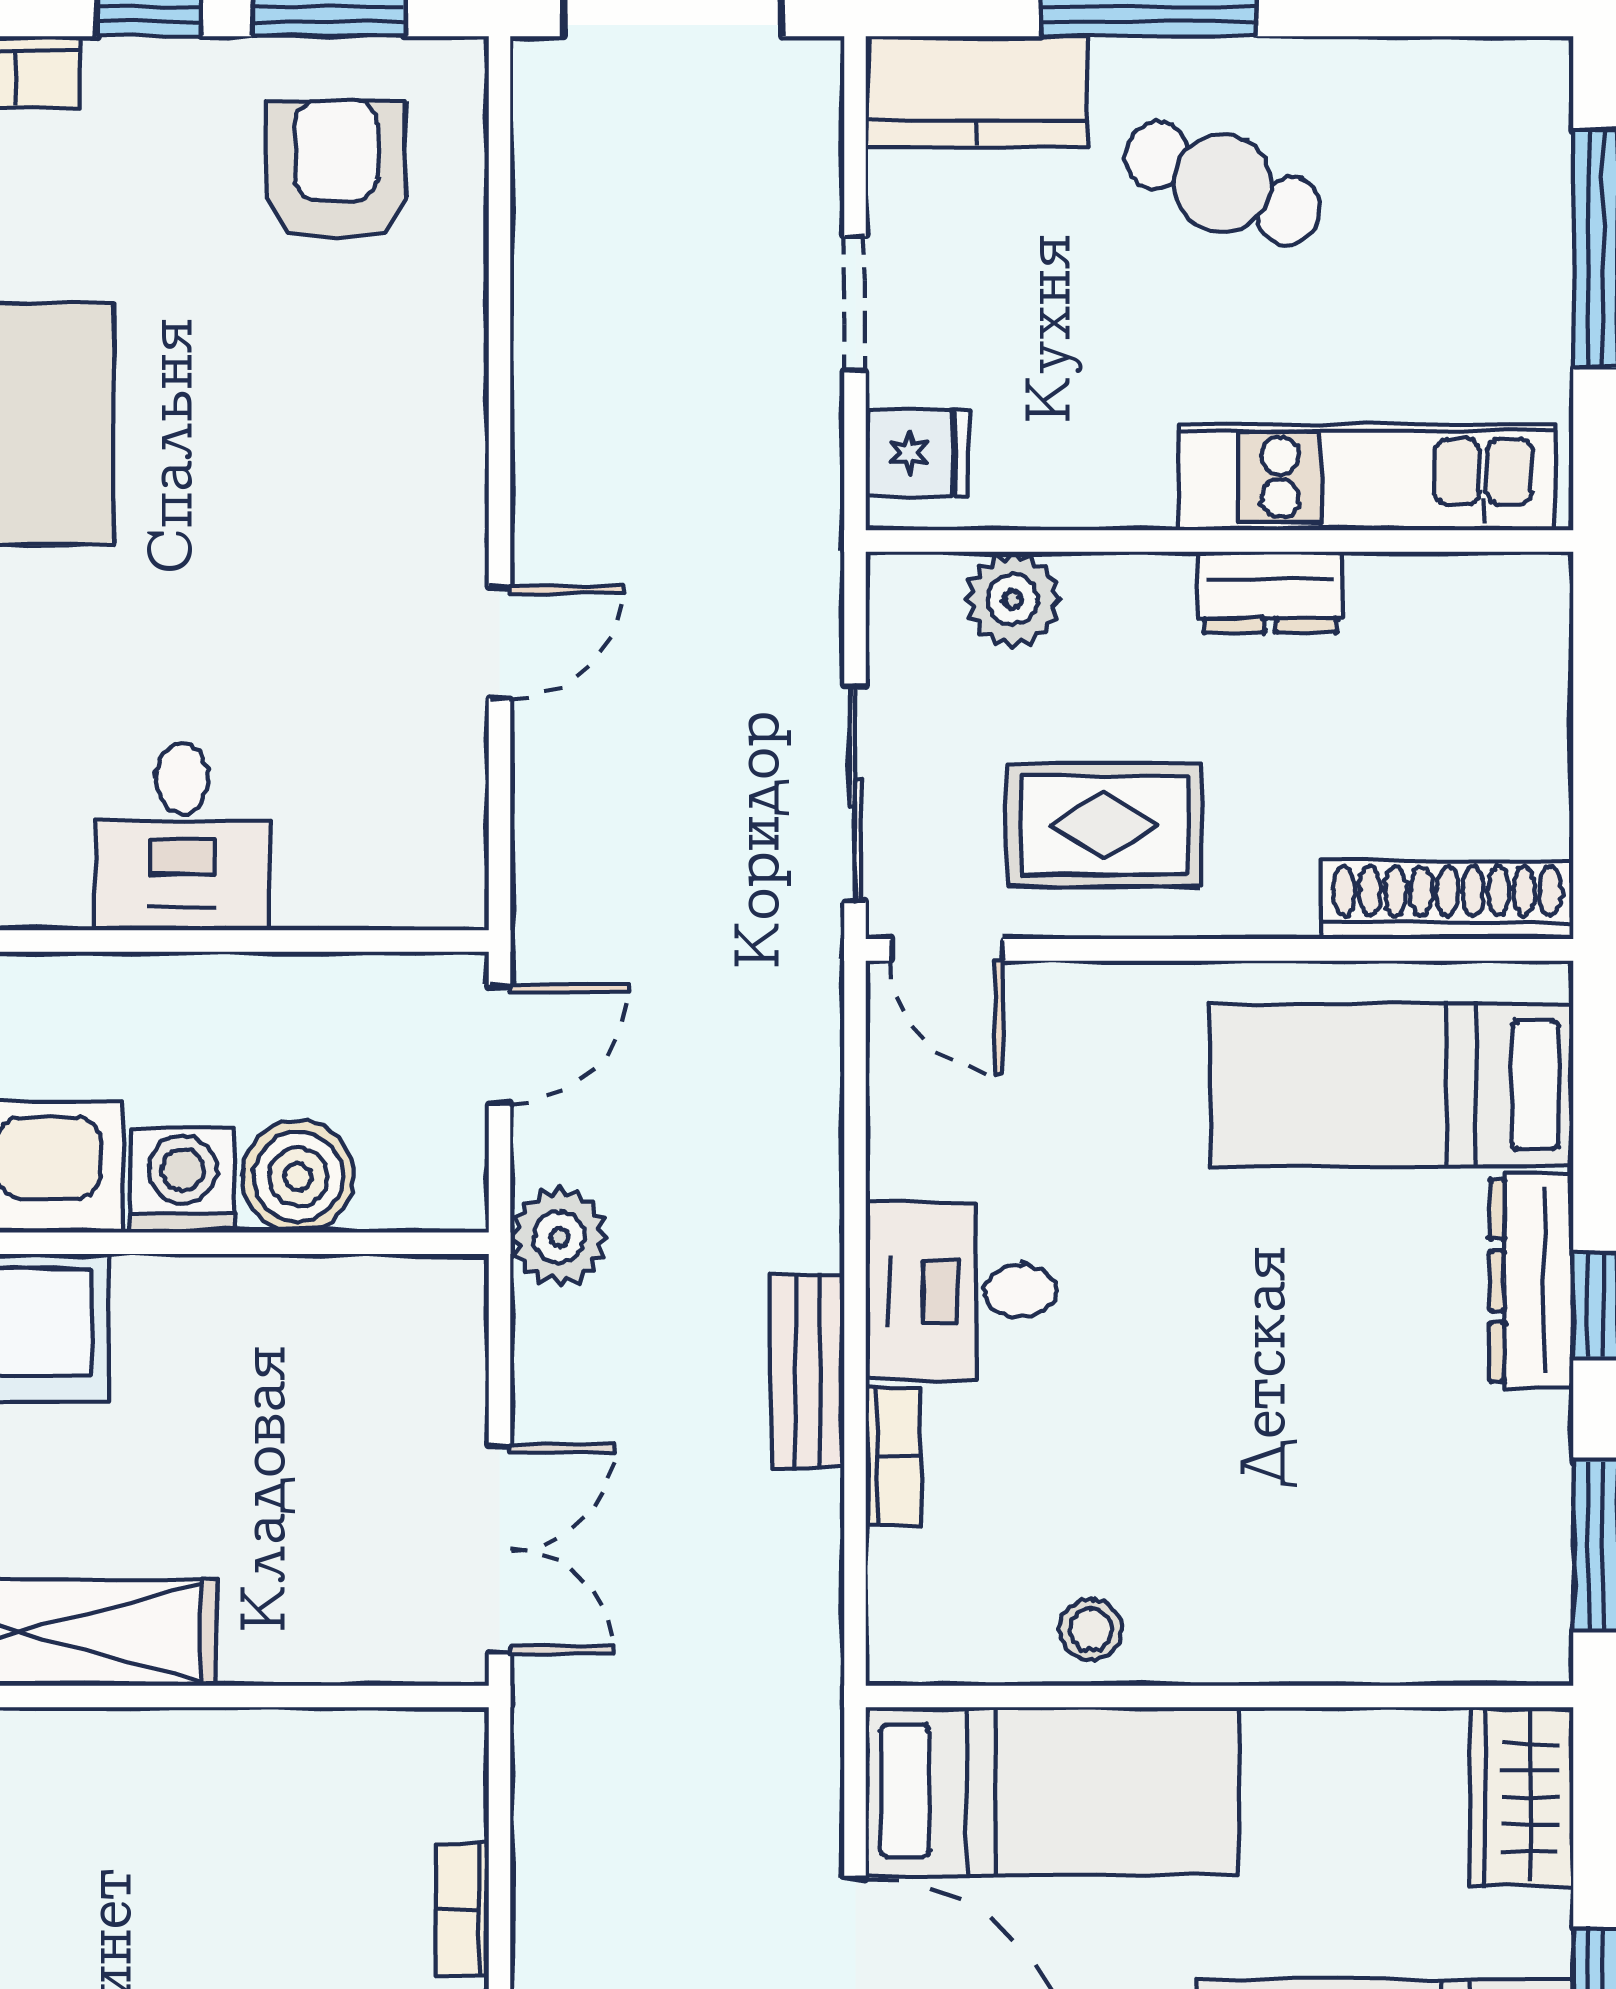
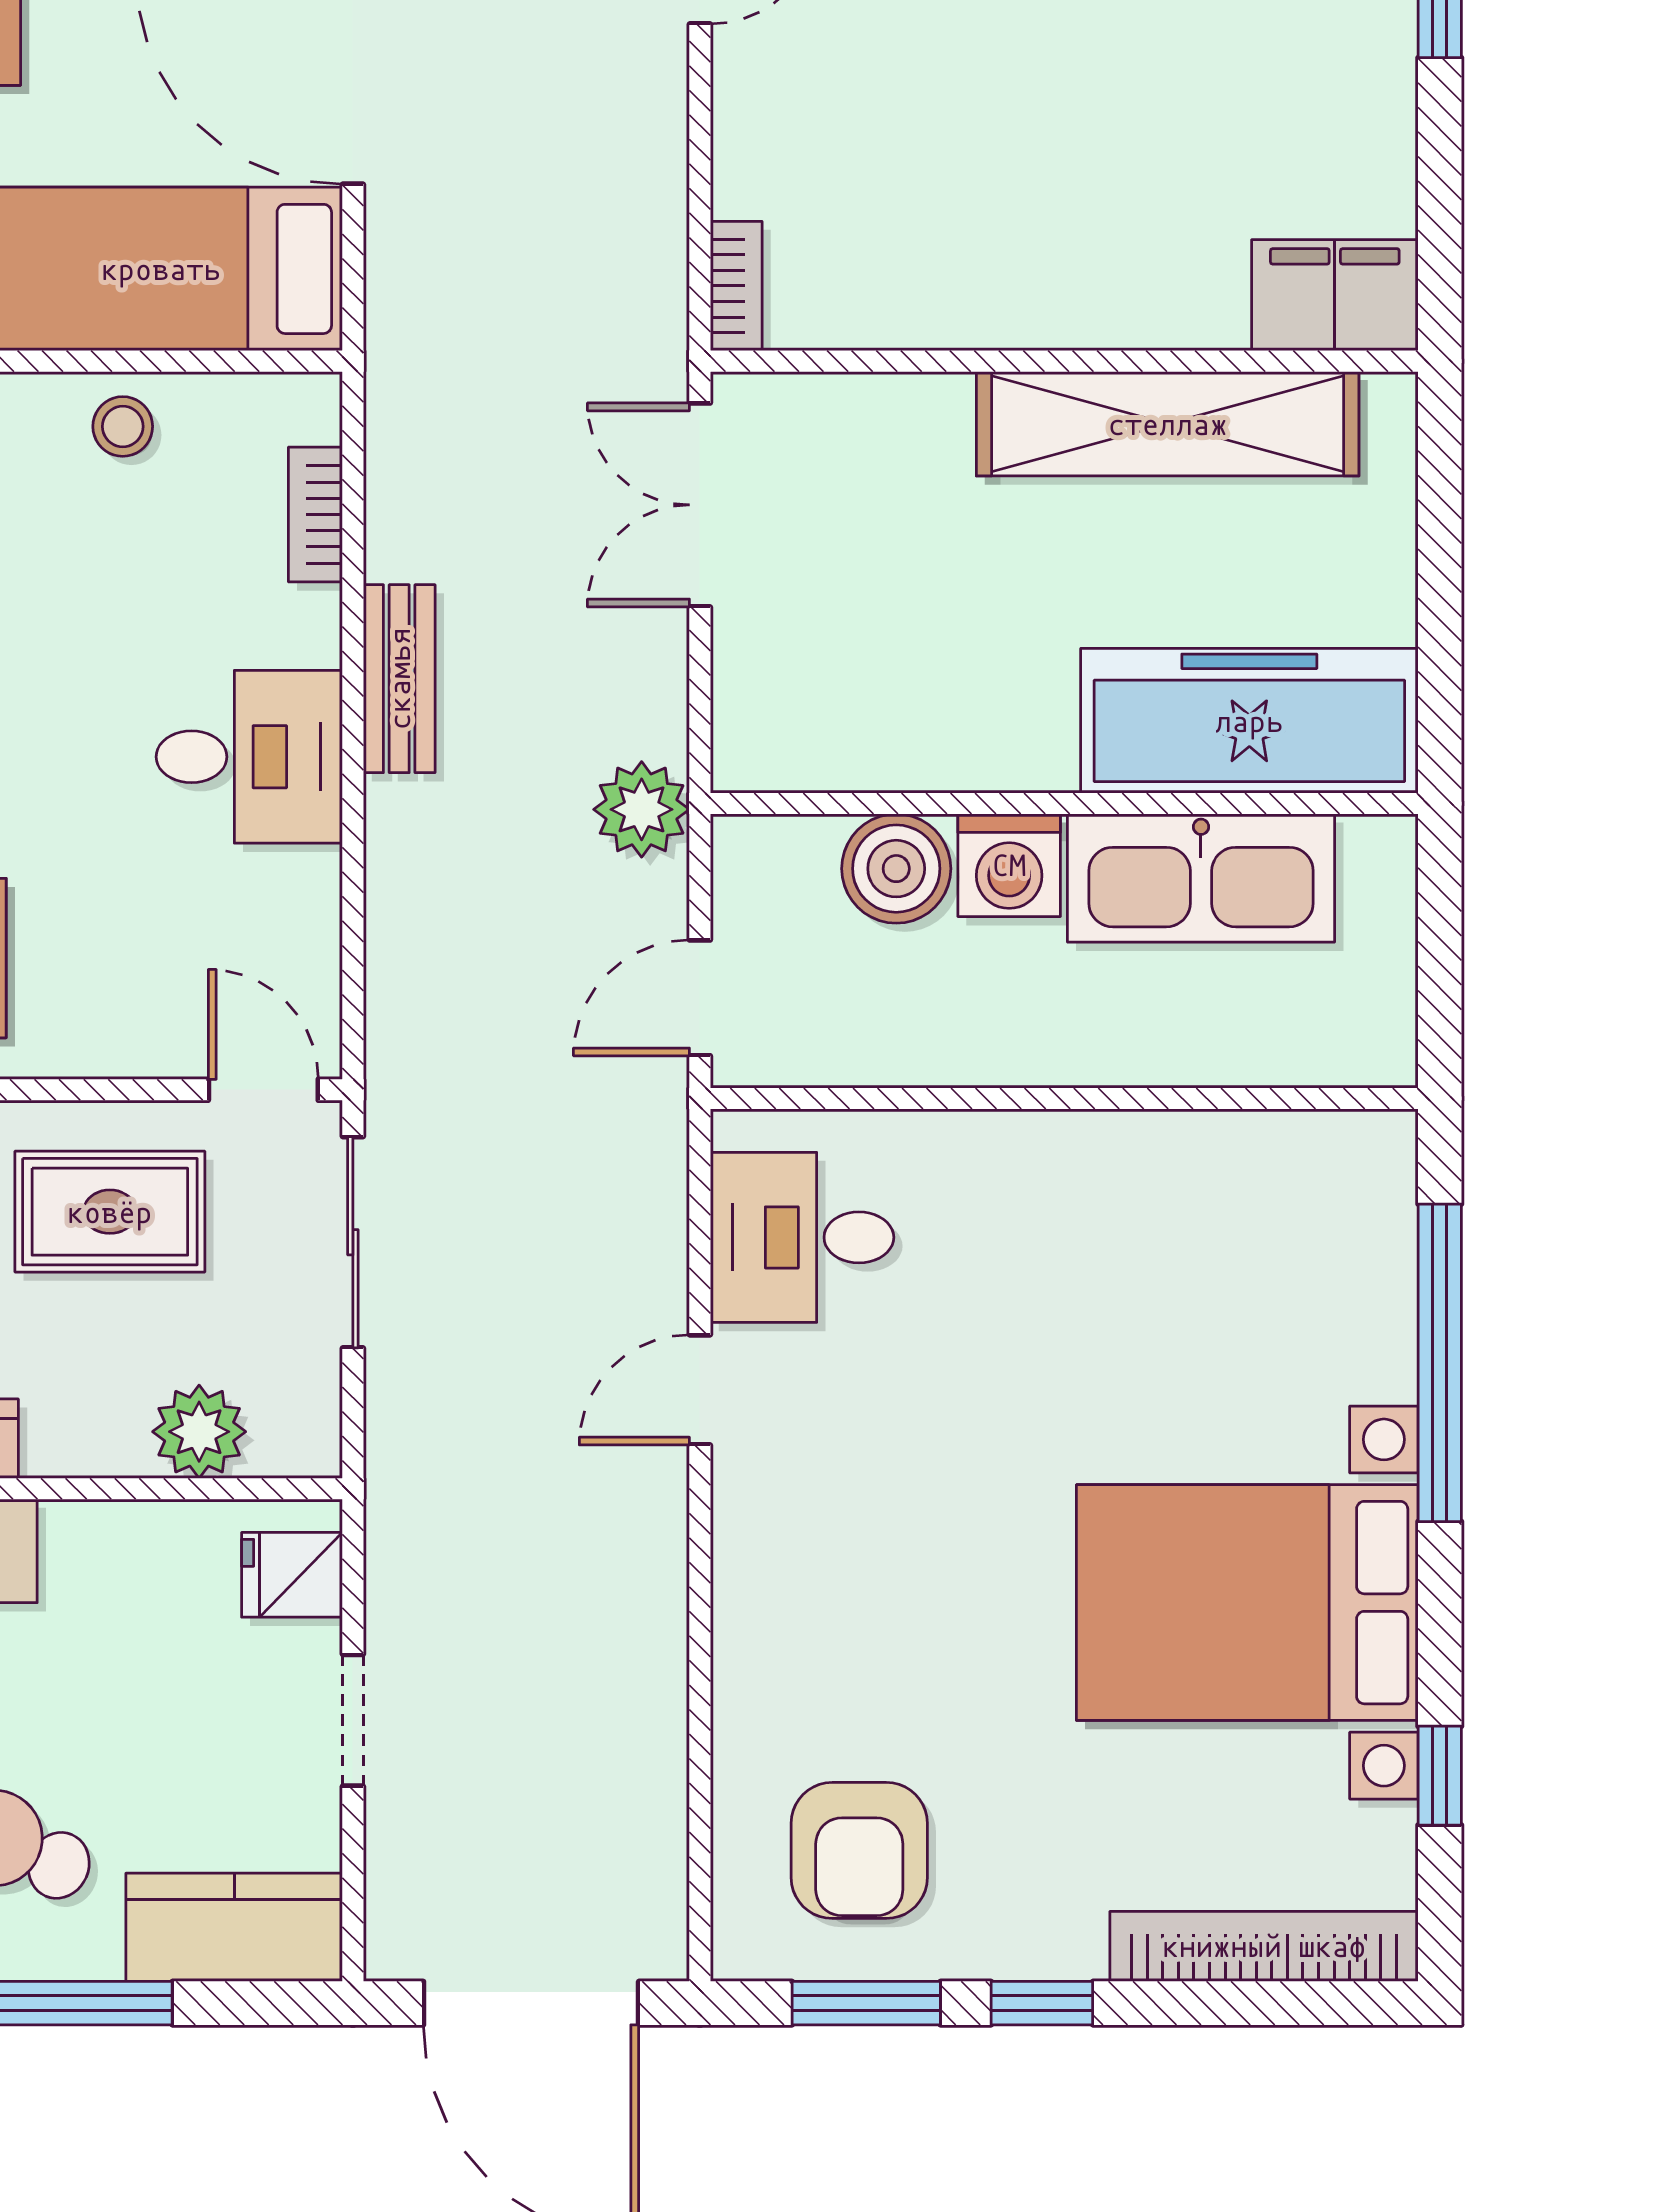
desk: (182, 836) -> (802, 1237), moved, turned -90
bookcase: (893, 1456) -> (315, 515), moved
bookcase: (462, 1909) -> (736, 286), moved

